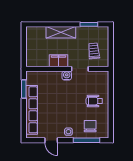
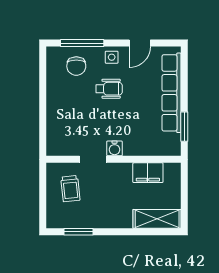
shelving: (61, 32) -> (157, 219), moved
filing cabinet: (58, 61) -> (148, 173), moved
wheelchair: (94, 101) -> (109, 89), moved
door: (51, 140) -> (140, 43), swing flipped

